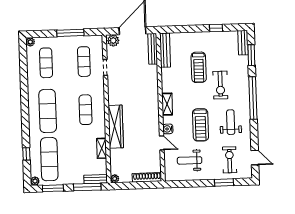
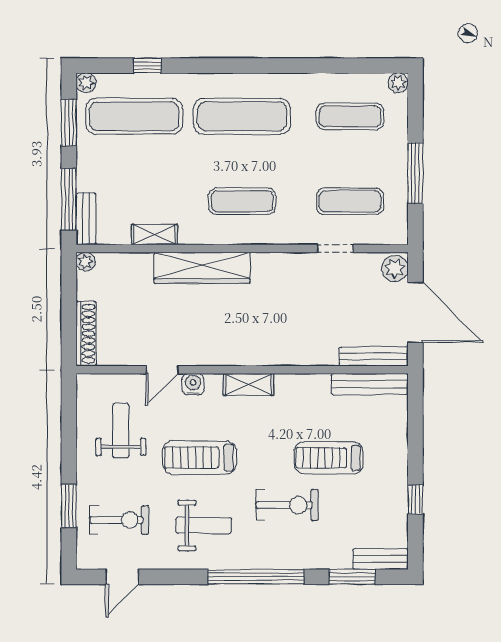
exercise bike: (220, 85) -> (287, 505), turned 180

